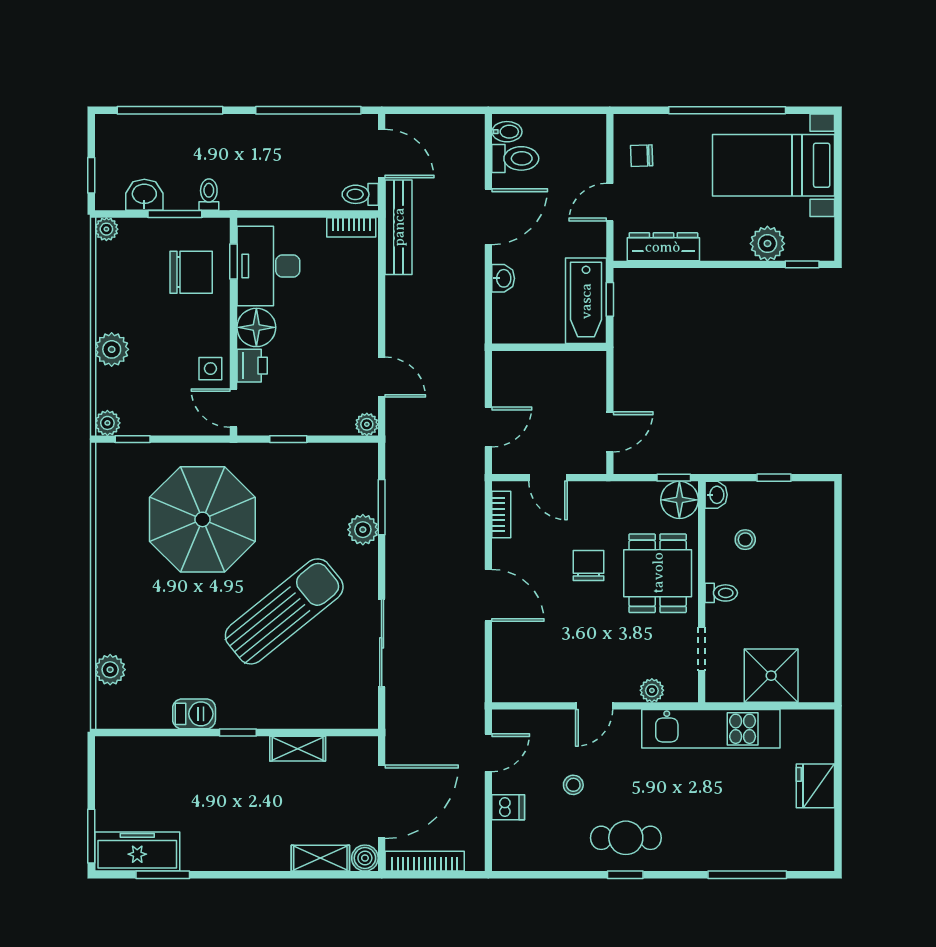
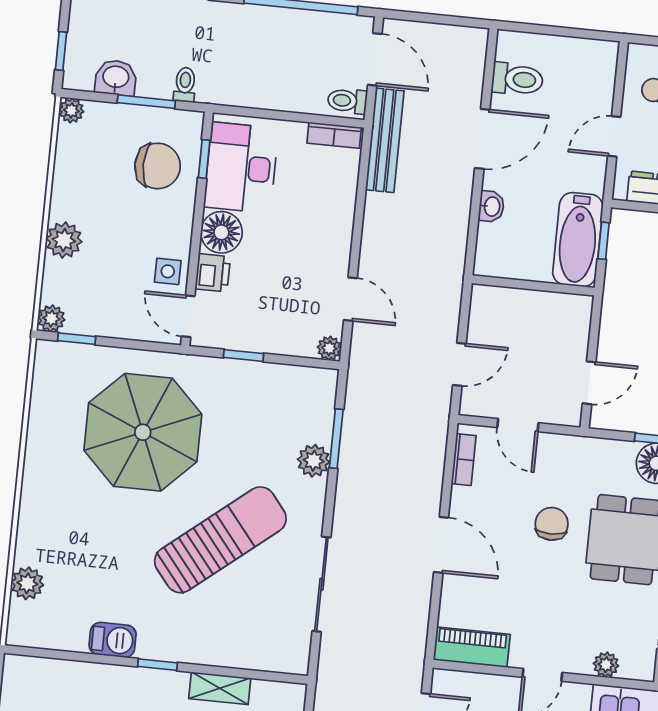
bidet: (507, 132) -> (511, 50), removed
piano: (526, 687) -> (472, 647), added

